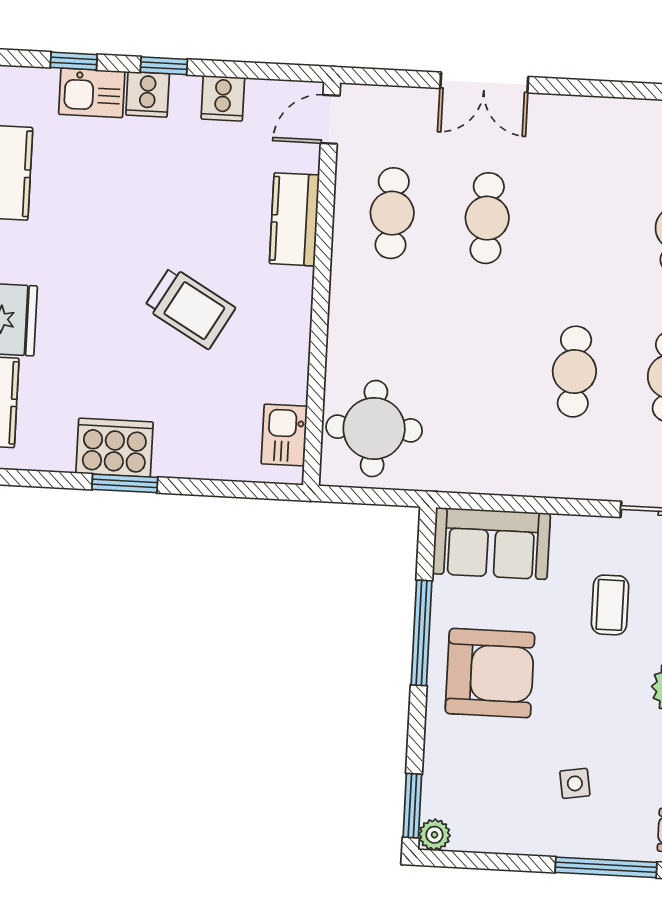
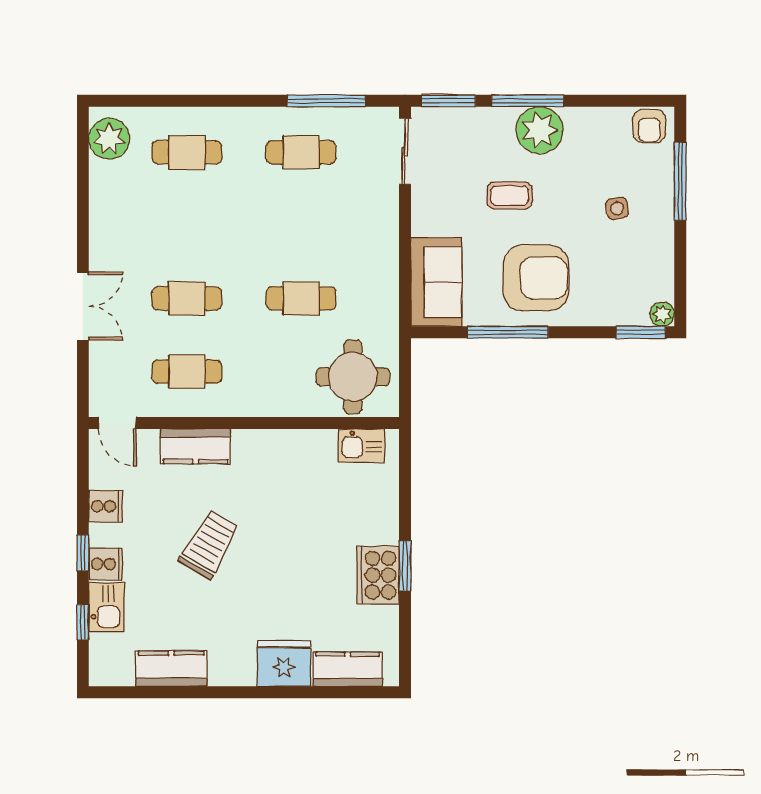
trolley: (190, 308) -> (209, 544), moved
cafe table: (574, 372) -> (301, 298), moved
coffee table: (610, 605) -> (510, 196), moved
armchair: (490, 673) -> (536, 278), turned 90

